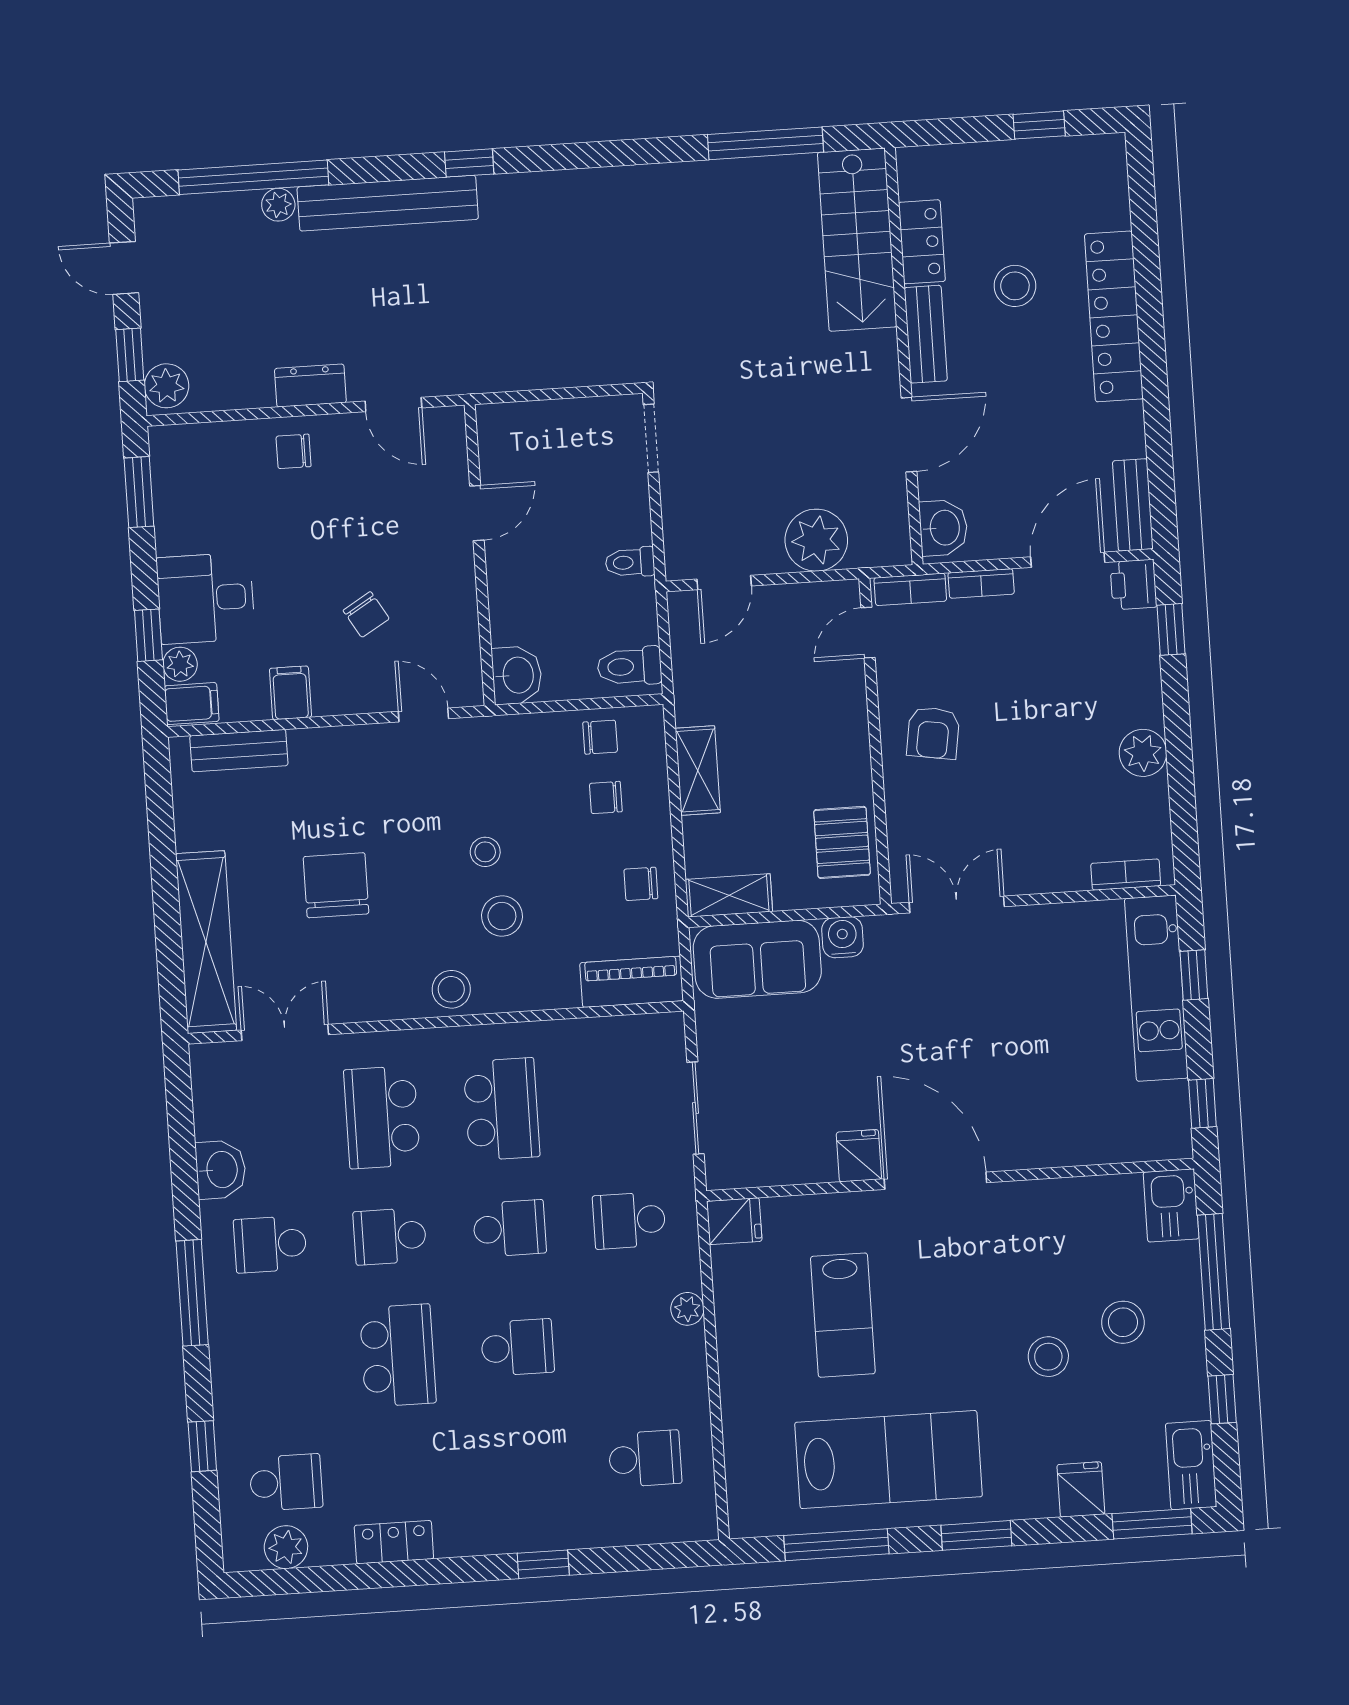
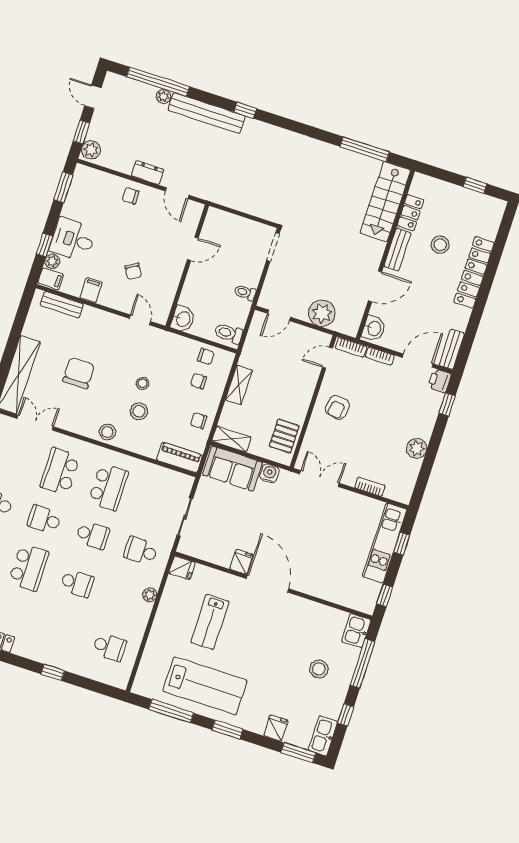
bookcase: (1126, 875) -> (370, 487), moved
stool: (1048, 1357) -> (284, 671), removed

